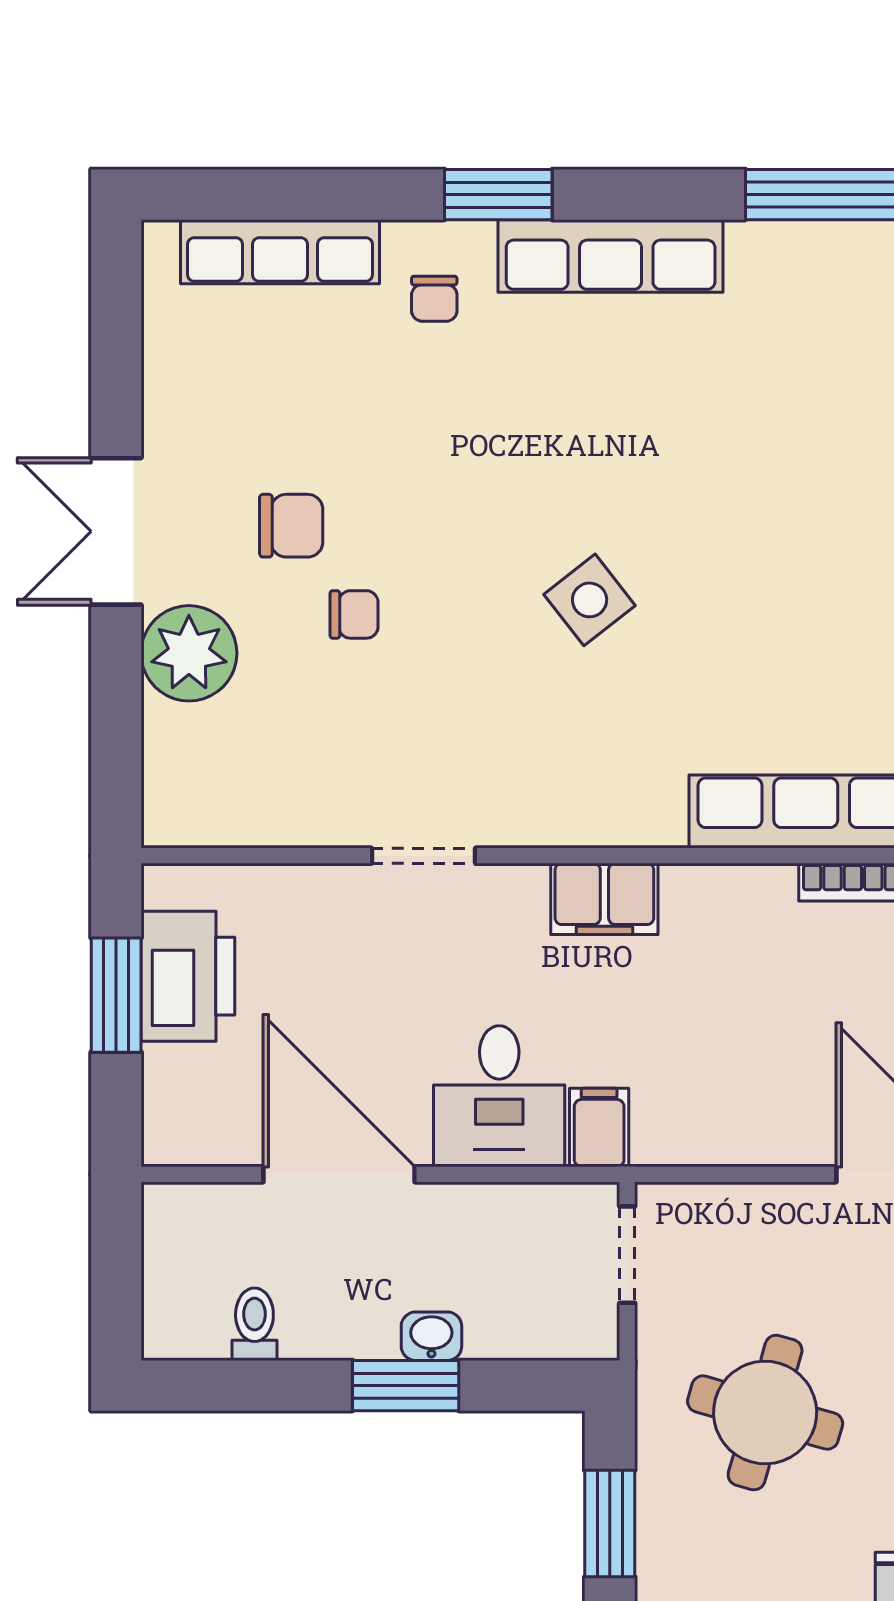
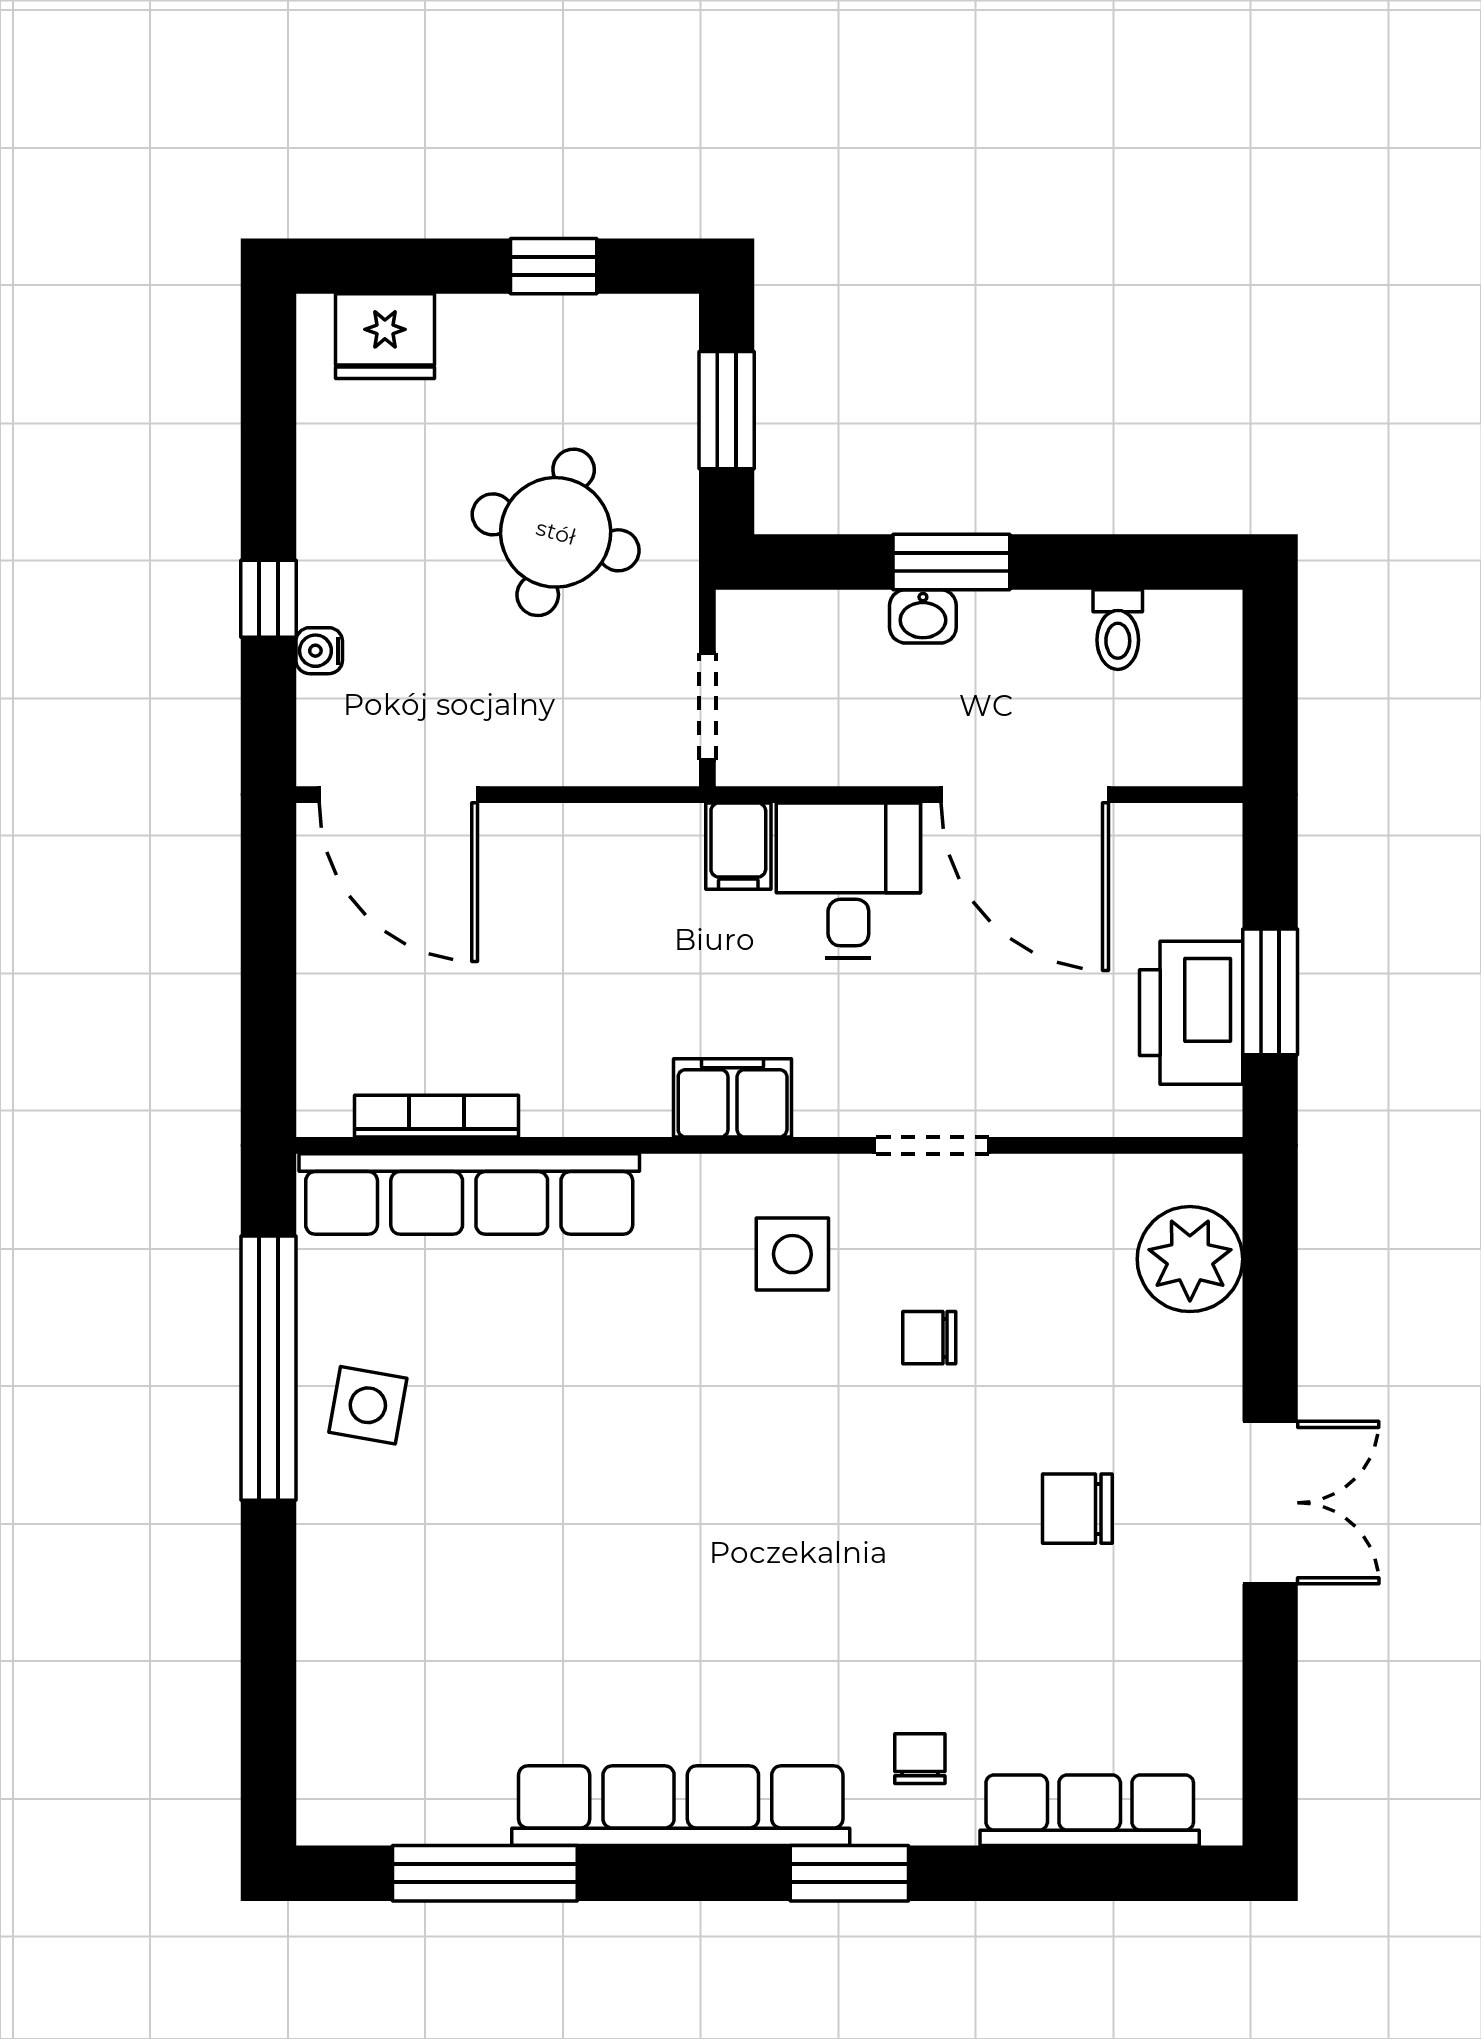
row of seats: (611, 256) -> (681, 1806), width x1.36
side table: (590, 600) -> (792, 1254), moved, turned 38
chair: (354, 614) -> (929, 1338), moved
plant: (189, 653) -> (1190, 1259), moved

